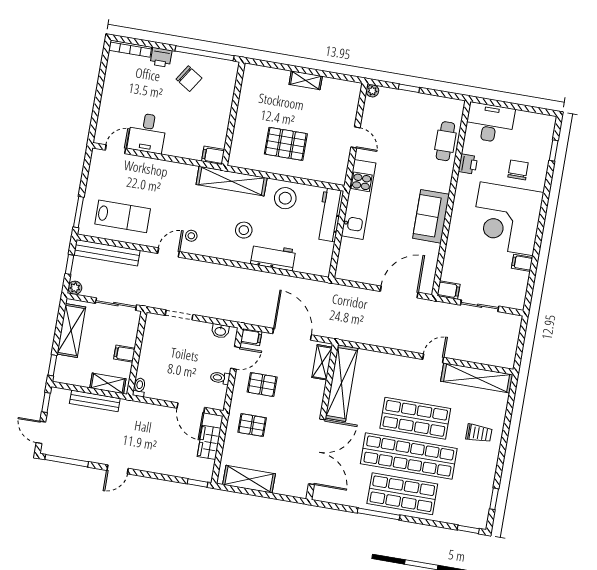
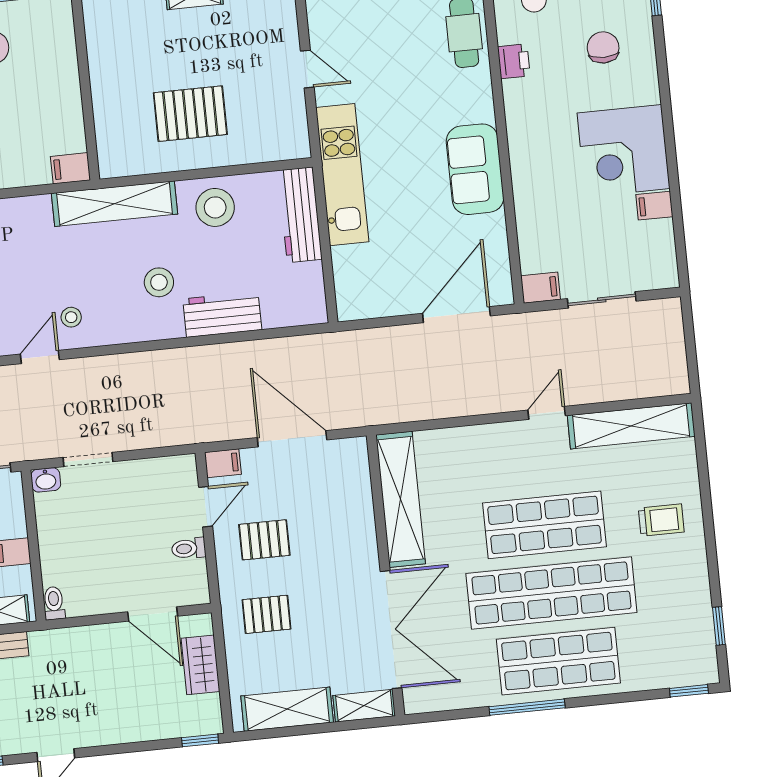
corner desk: (507, 219) -> (623, 151), width x0.74, depth x0.74
washbasin: (220, 331) -> (46, 480), moved
shelving: (322, 362) -> (364, 706), moved, turned 90

